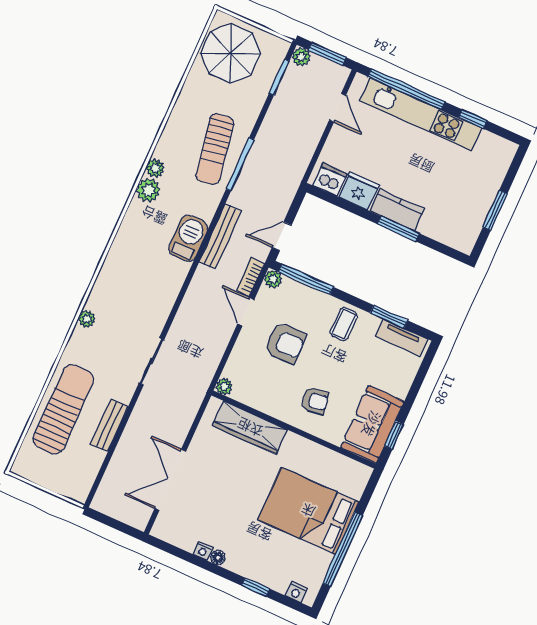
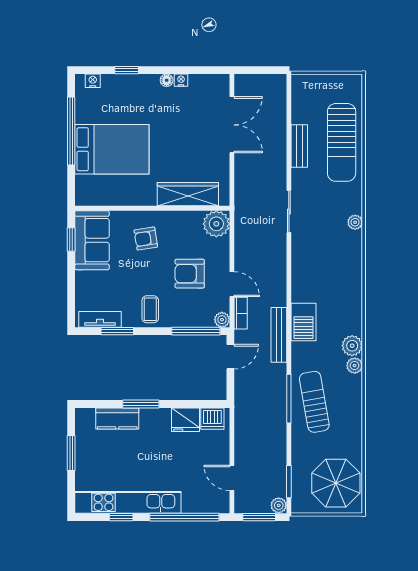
kitchen unit: (421, 114) -> (128, 502), moved
kitchen counter: (397, 210) -> (117, 418), moved
plant: (224, 386) -> (216, 224), width x1.88, depth x1.88

